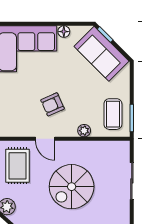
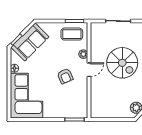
door: (45, 139) -> (89, 70), moved
rug: (18, 166) -> (108, 100), removed

